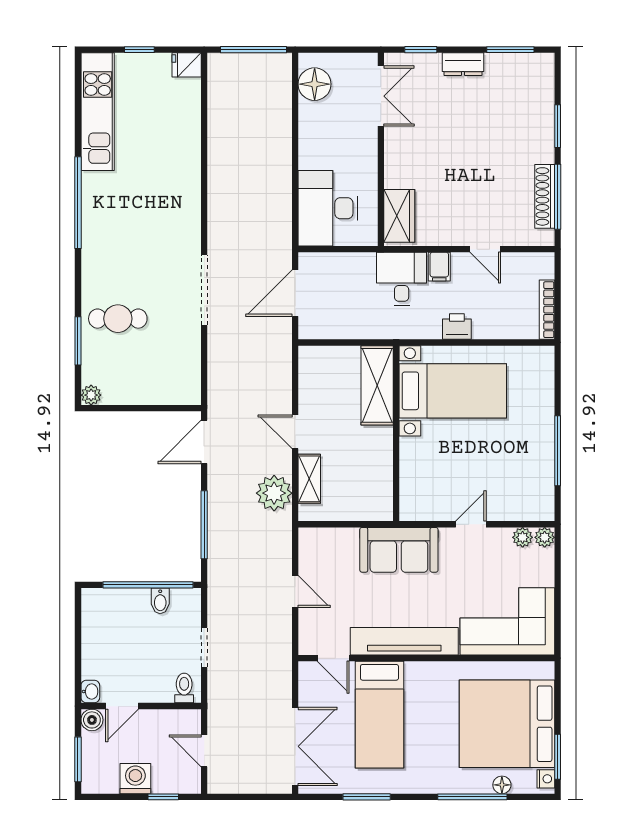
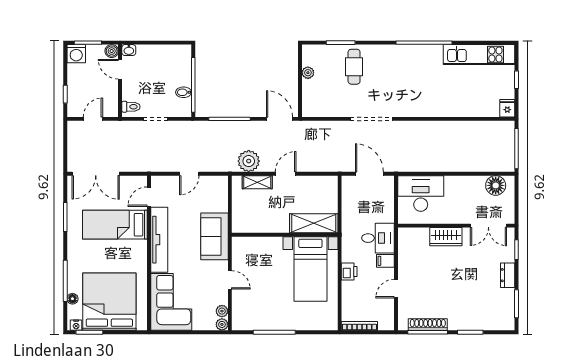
wardrobe: (399, 216) -> (446, 237), moved
plant: (91, 395) -> (308, 73), moved
washing machine: (135, 779) -> (76, 54), moved, turned 90

